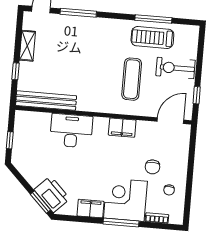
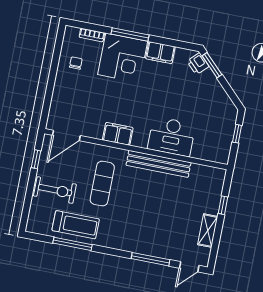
bench: (46, 101) -> (158, 164), moved
chair: (152, 167) -> (91, 89), removed
printer: (52, 194) -> (198, 64), width x0.53, depth x0.68

